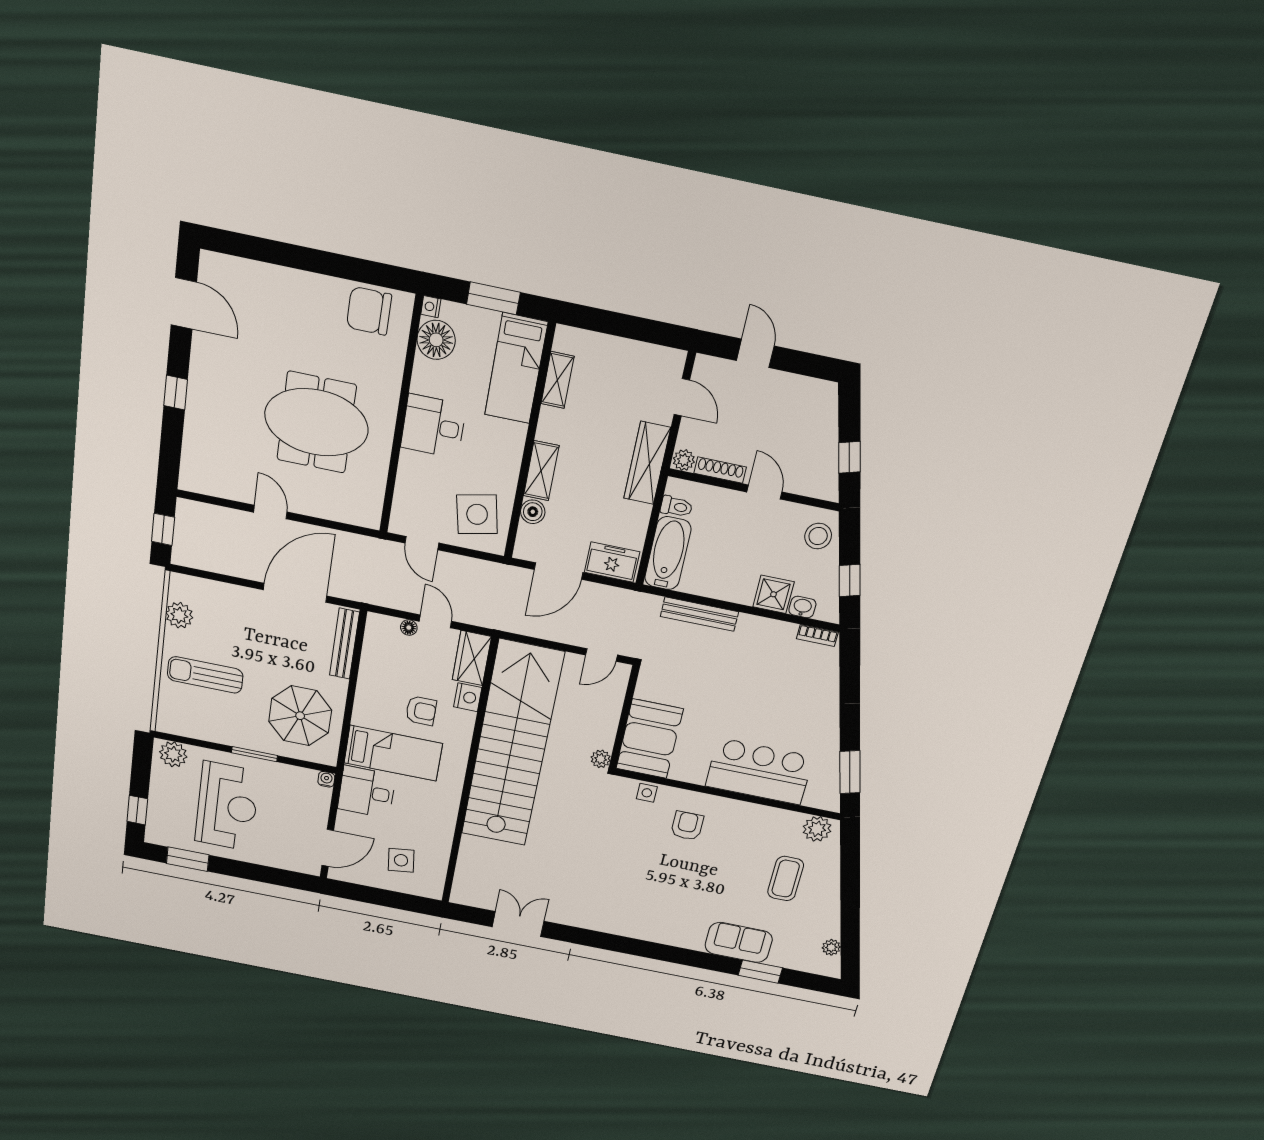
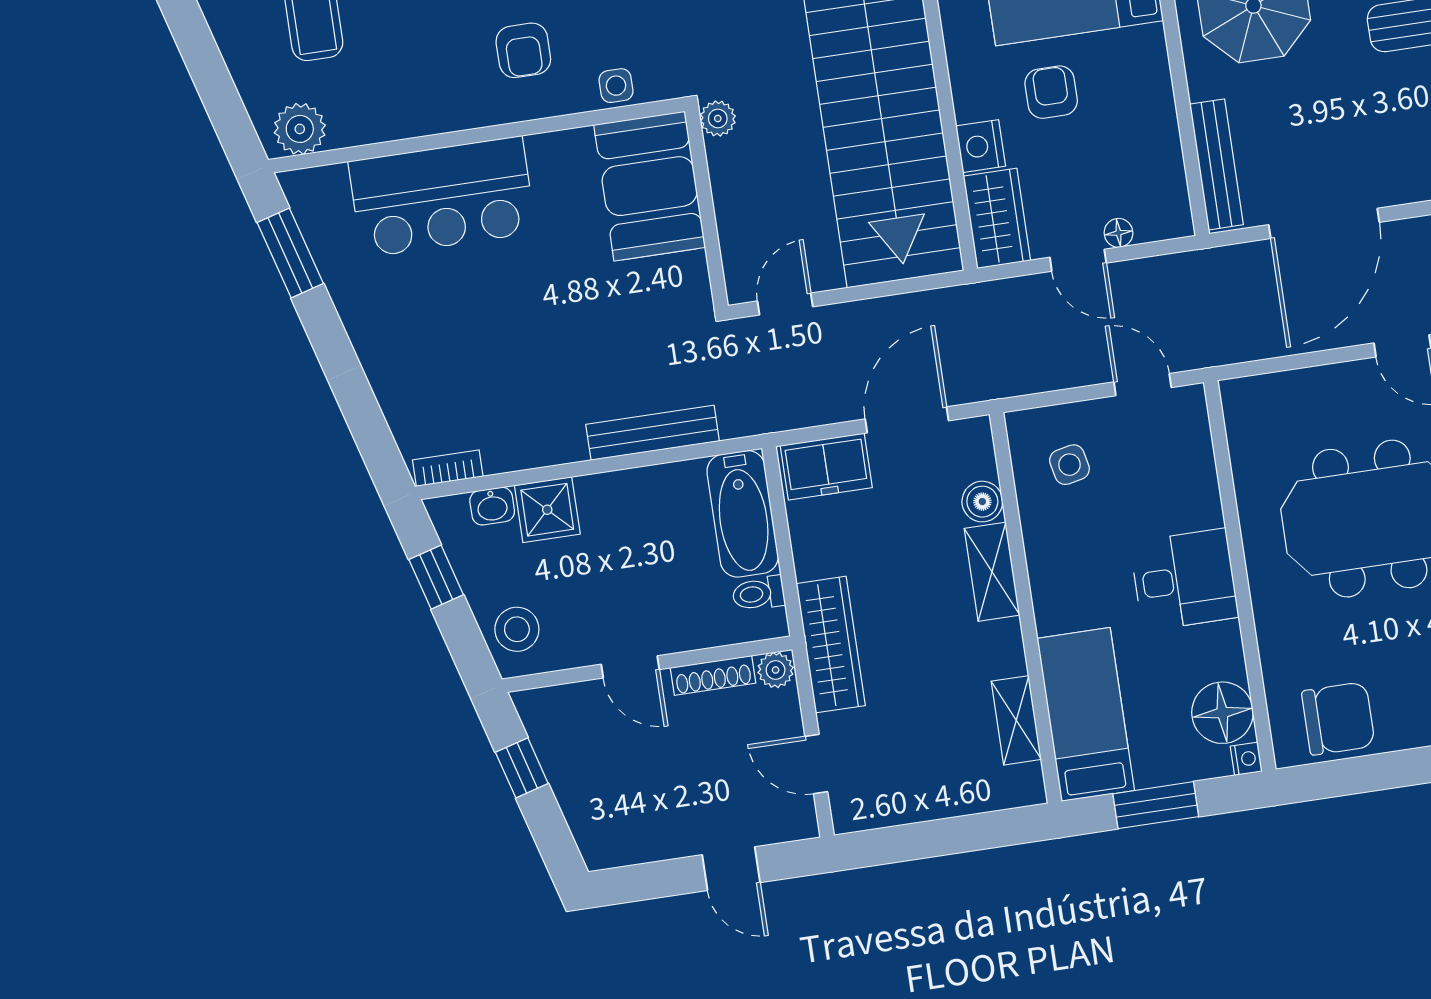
side table: (477, 514) -> (1069, 465), width x0.54, depth x0.54
armchair: (421, 711) -> (1051, 92), turned 90

